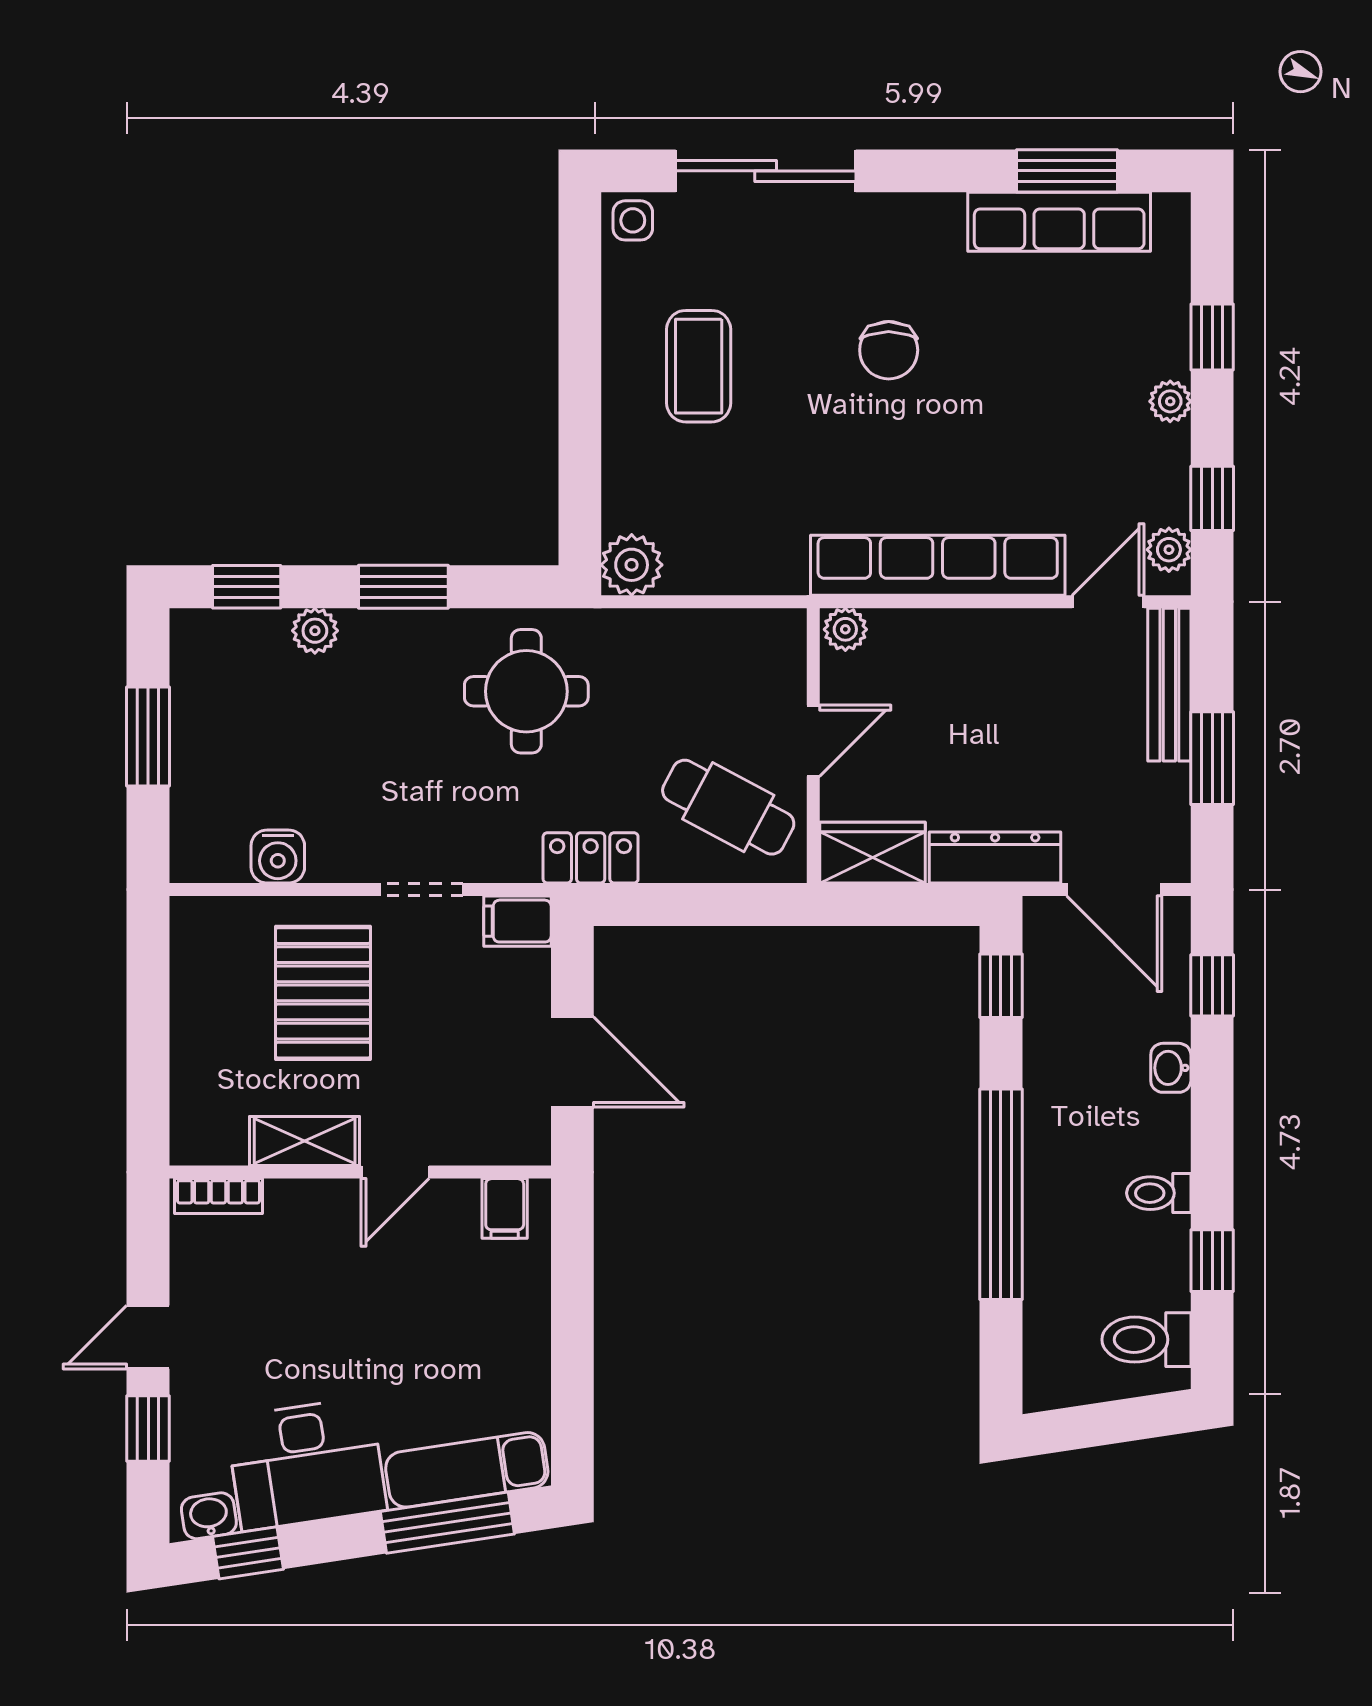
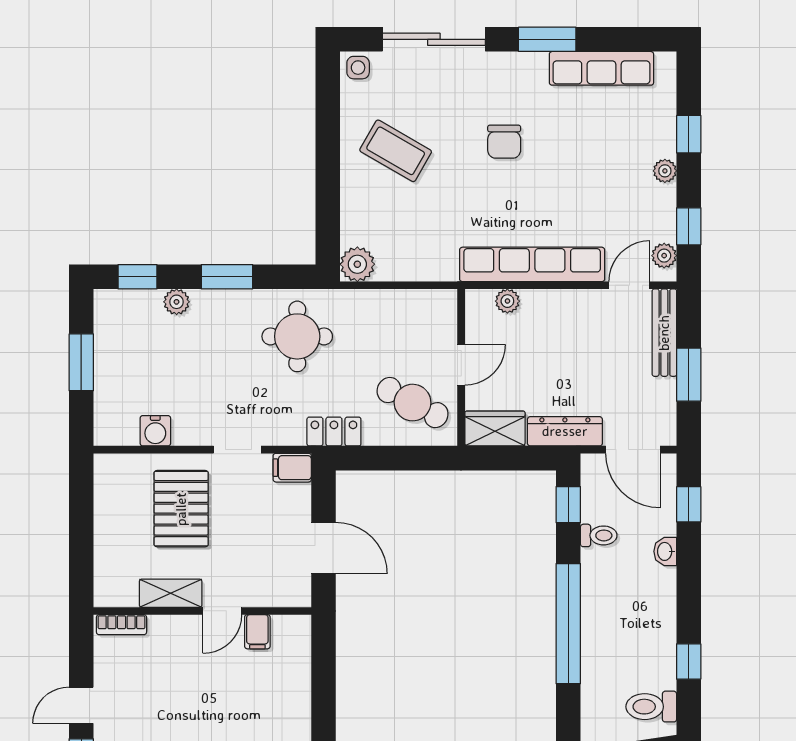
window: (1067, 171) -> (547, 39), moved
coffee table: (699, 366) -> (396, 151), turned -60
plant: (845, 629) -> (507, 301), moved
toilet: (1159, 1193) -> (599, 535), moved, turned 180
filing cabinet: (505, 1208) -> (257, 632), moved

